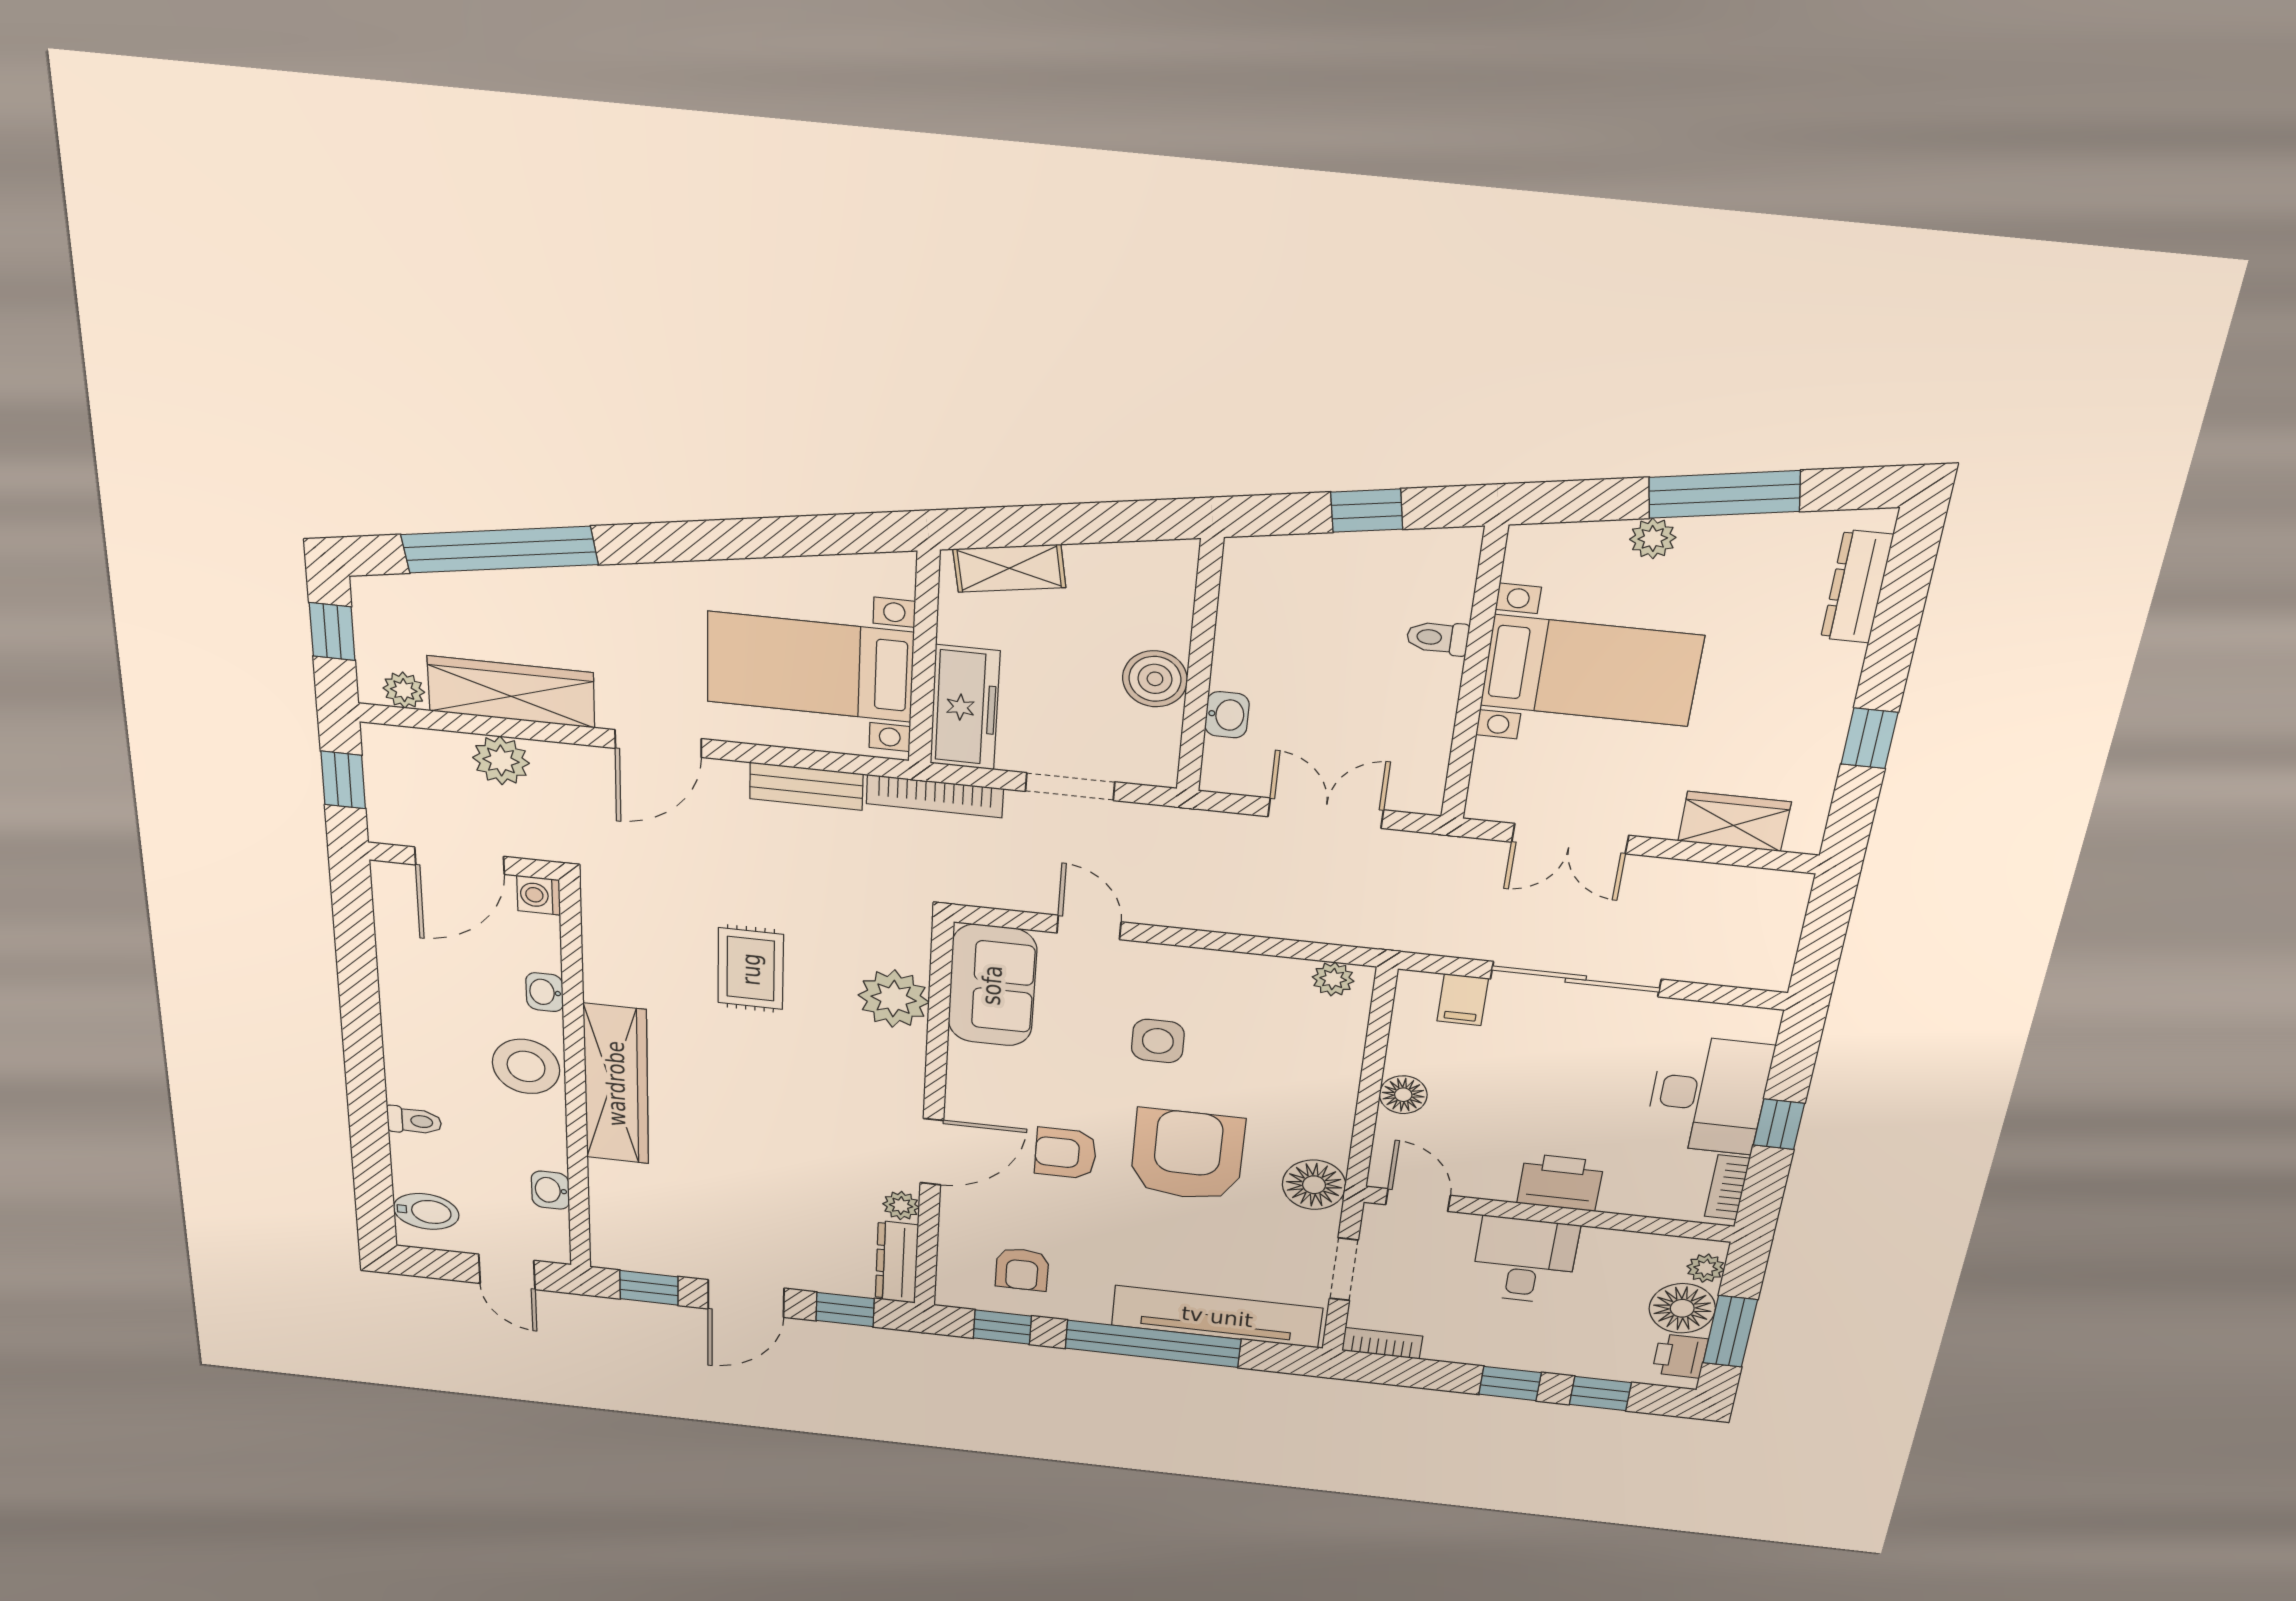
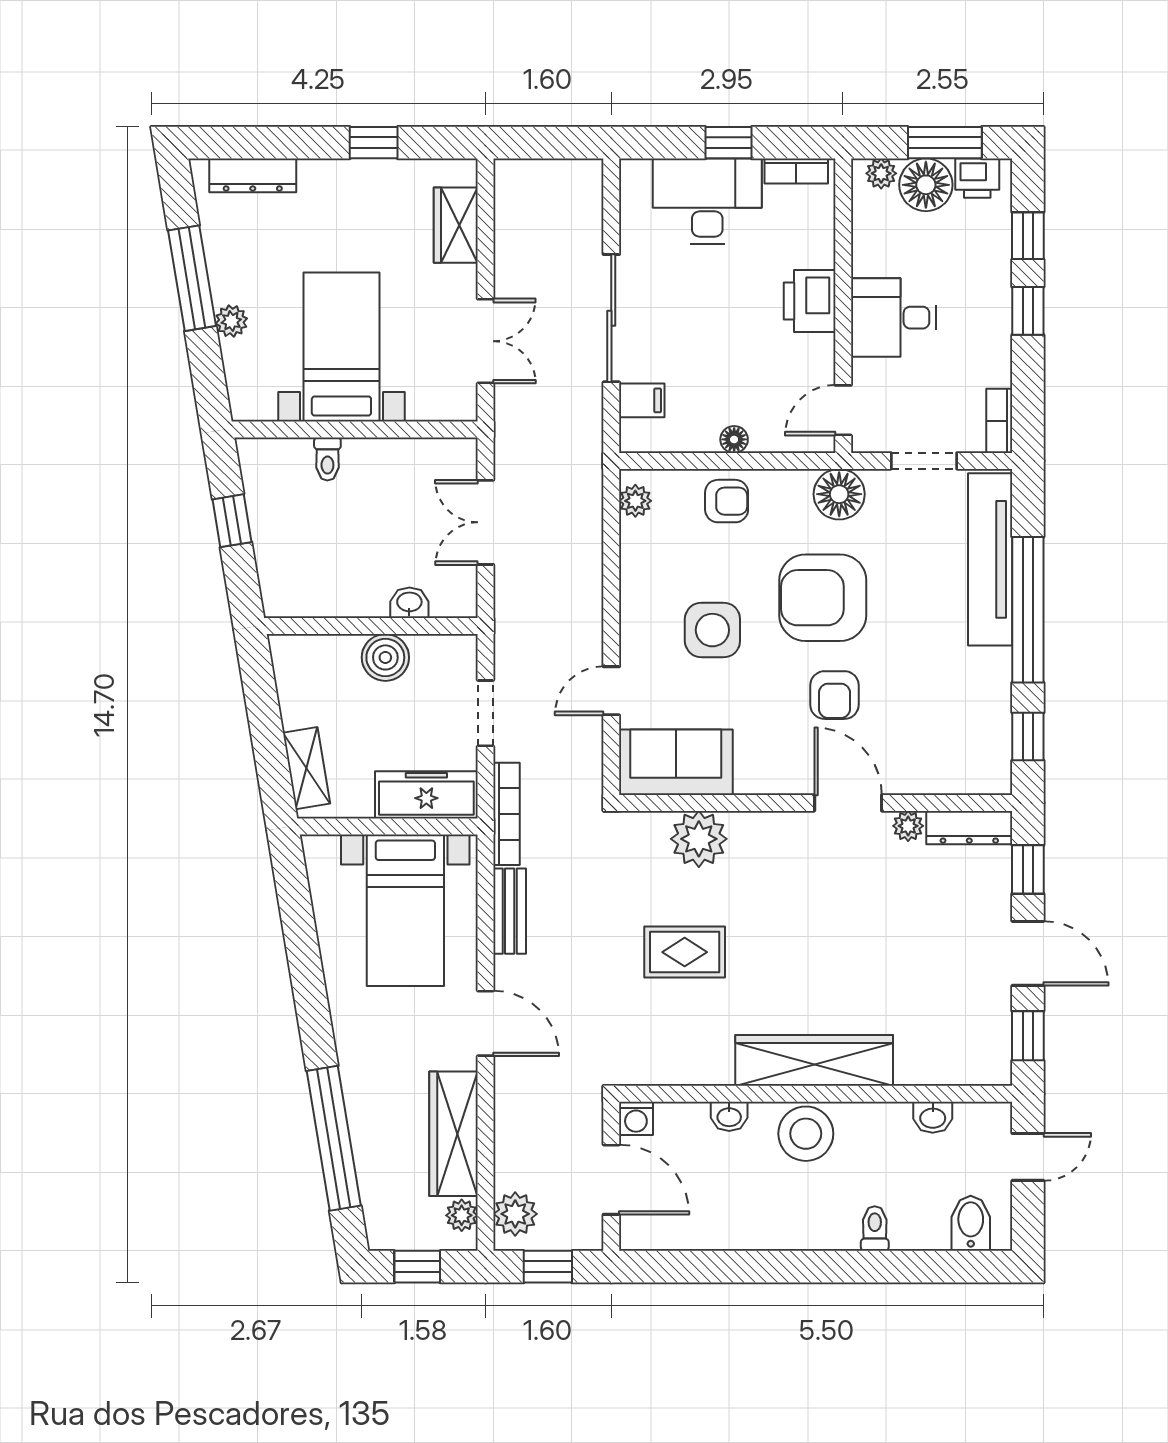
plant: (501, 760) -> (515, 1214), moved
side table: (1158, 1041) -> (712, 630), width x1.37, depth x1.37
floor lamp: (1403, 1095) -> (734, 439), width x0.73, depth x0.73
armchair: (1022, 1269) -> (727, 501), moved

